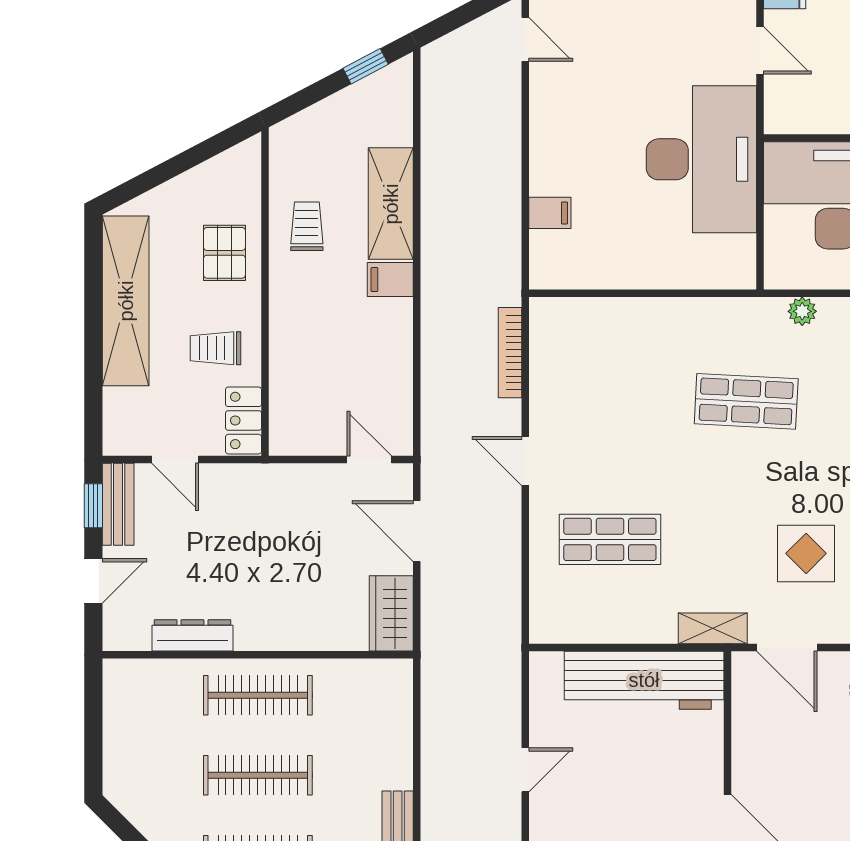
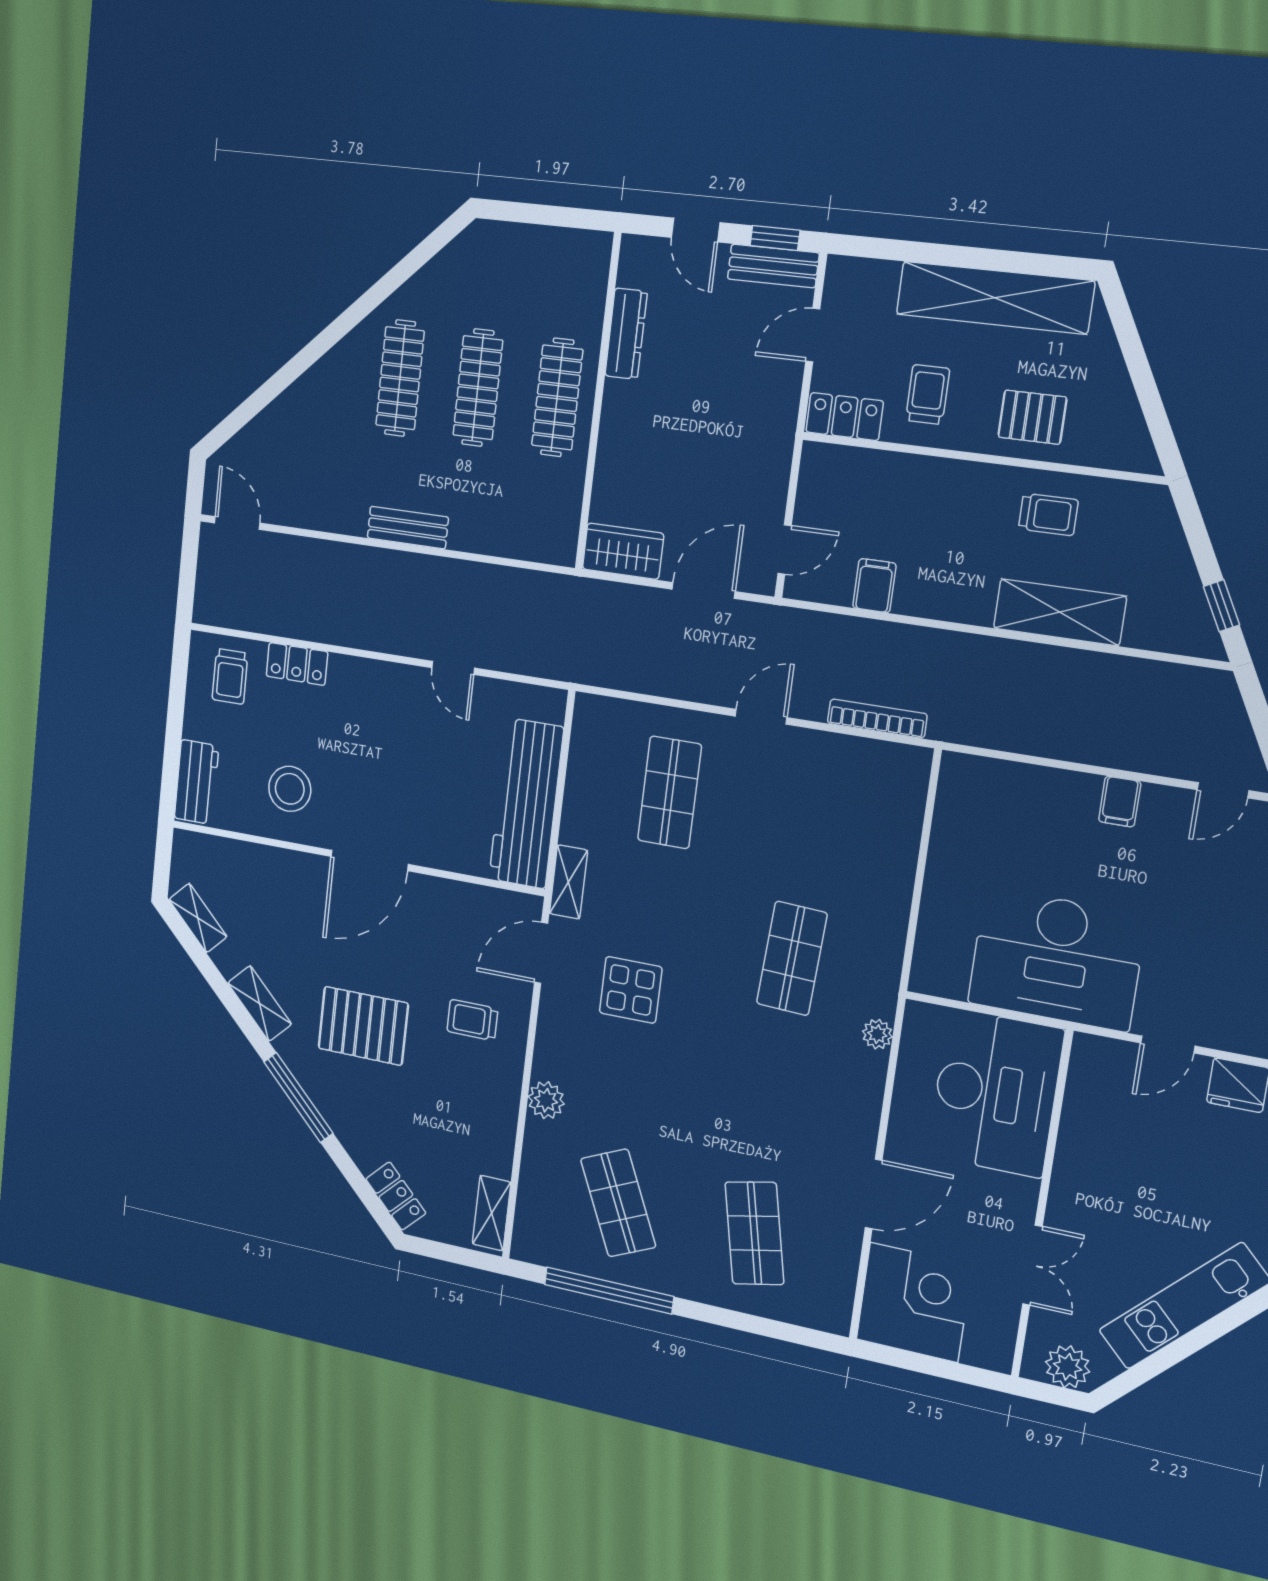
filing cabinet: (550, 213) -> (1120, 802), moved
filing cabinet: (390, 280) -> (874, 586), moved

